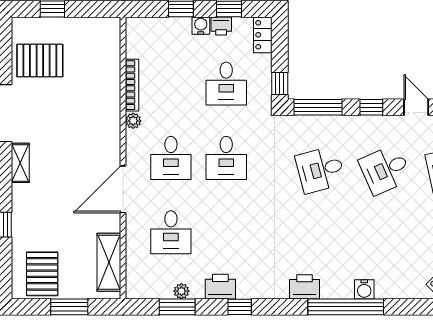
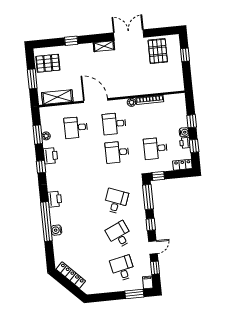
desk: (320, 170) -> (116, 201), turned 36

